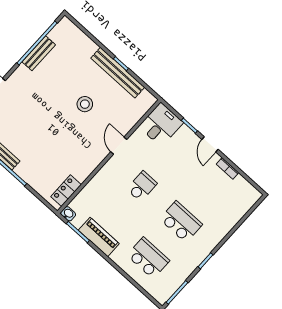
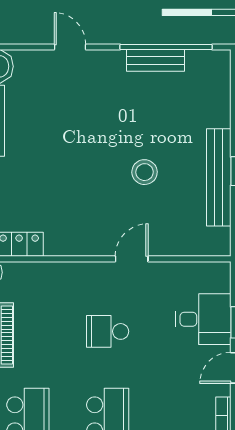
desk: (161, 125) -> (203, 319), moved
school desk: (142, 186) -> (108, 331), turned 180

